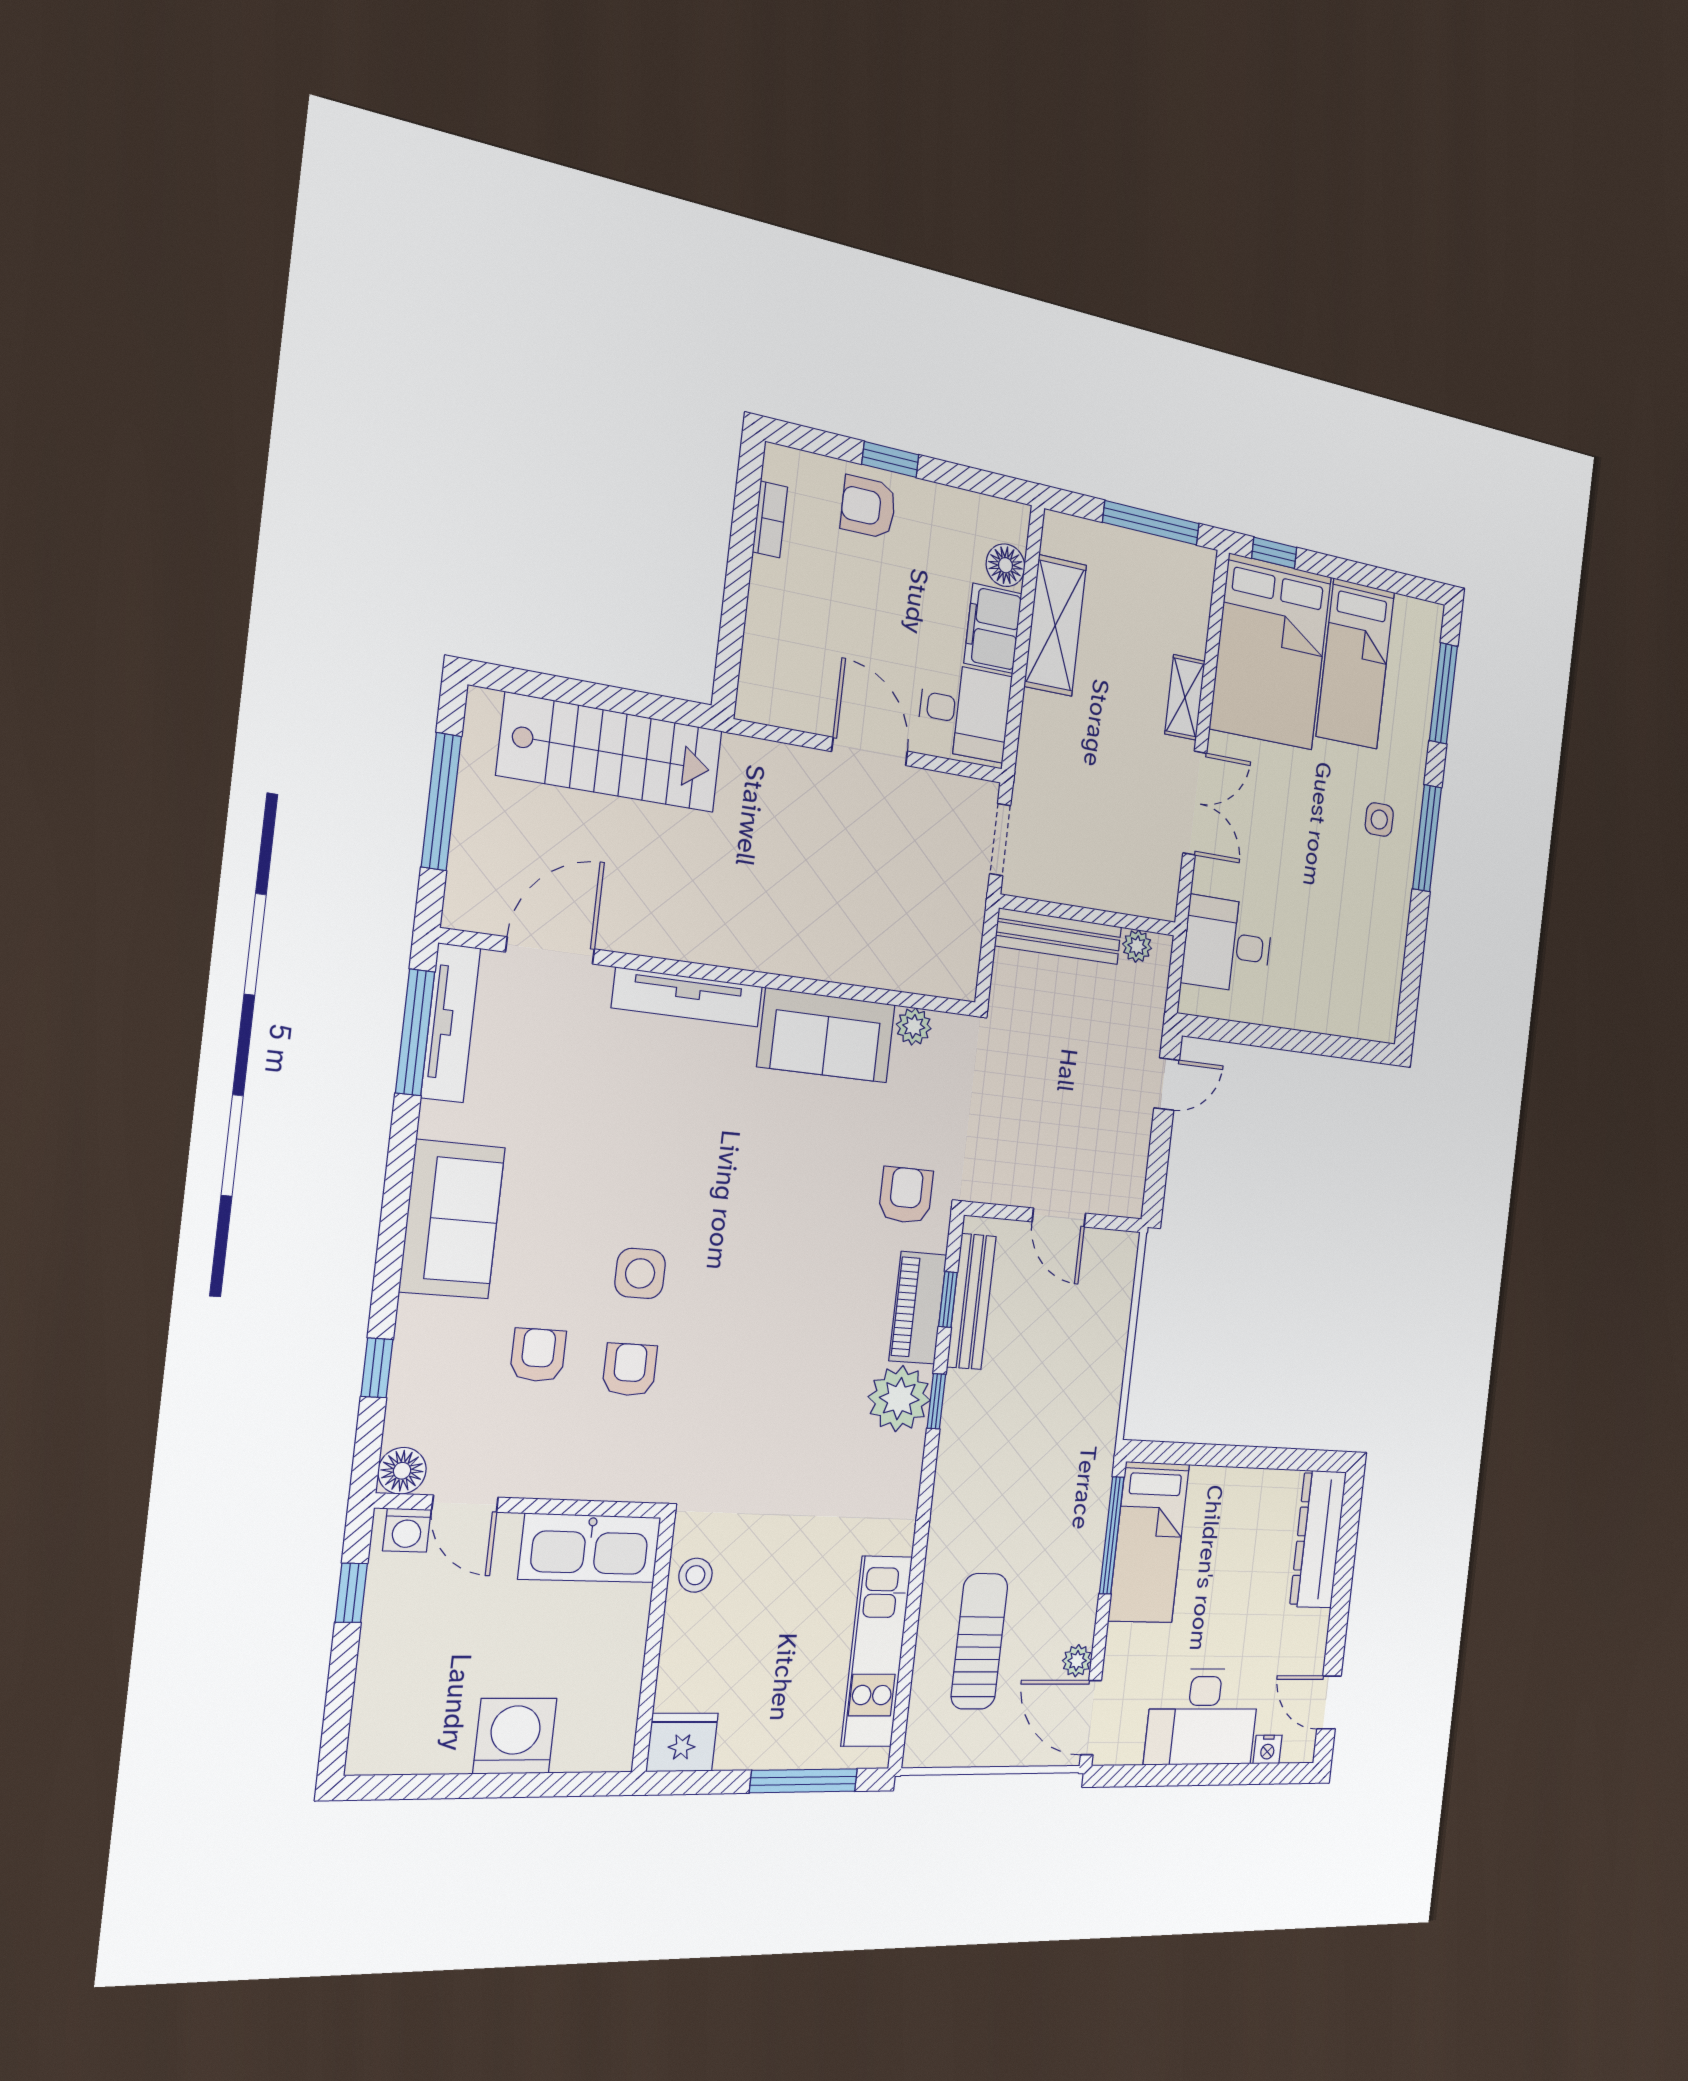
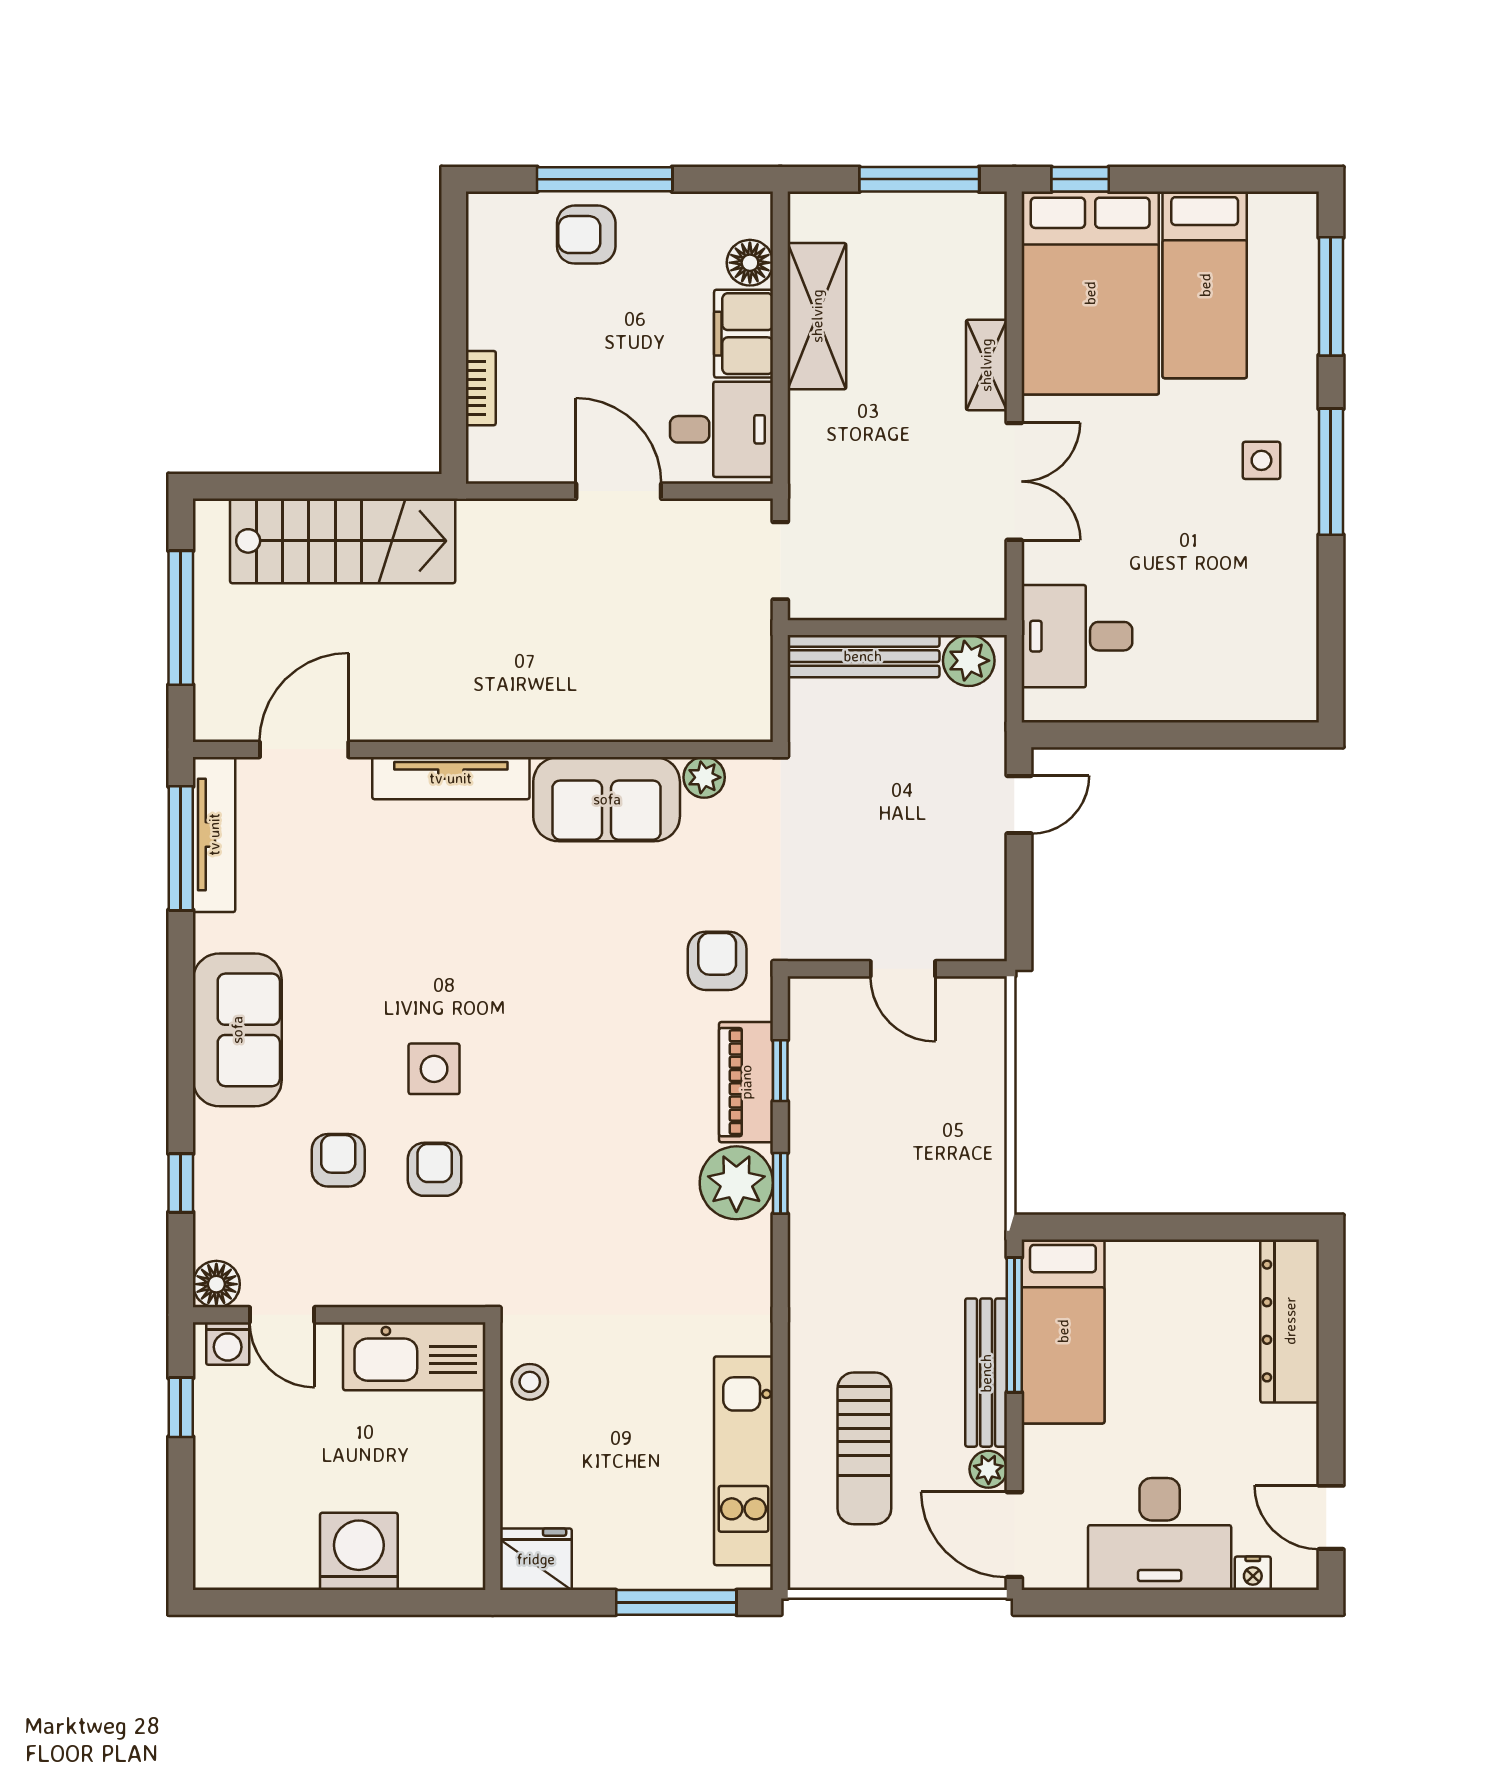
window: (890, 459) -> (605, 179), width x2.17
bookcase: (770, 519) -> (481, 388), moved
plant: (1137, 946) -> (969, 661), width x1.38, depth x1.38
bench: (971, 1302) -> (986, 1373), moved
sun lounger: (979, 1641) -> (864, 1448), turned 180

